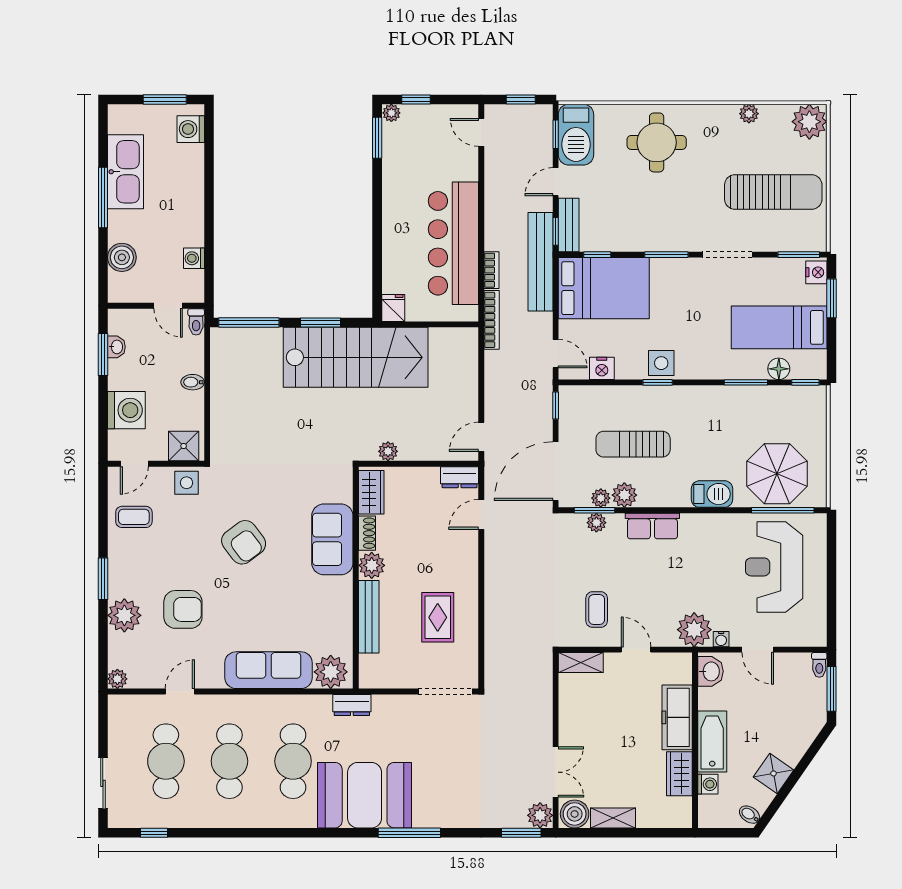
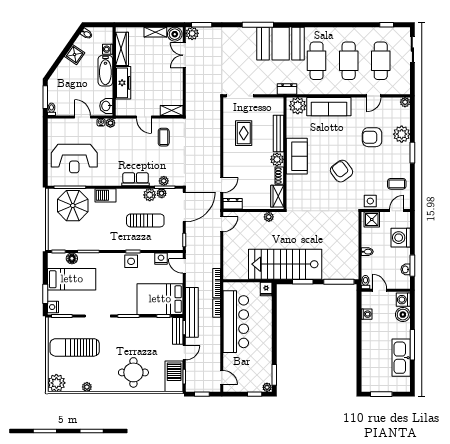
washing machine: (191, 129) -> (403, 300), moved, turned 180
sofa: (332, 539) -> (297, 156), moved
reception desk: (774, 567) -> (74, 159), turned 90
plant: (694, 630) -> (110, 123), width x0.53, depth x0.53
wardrobe: (679, 774) -> (122, 49), width x1.50

